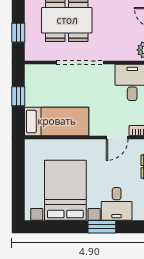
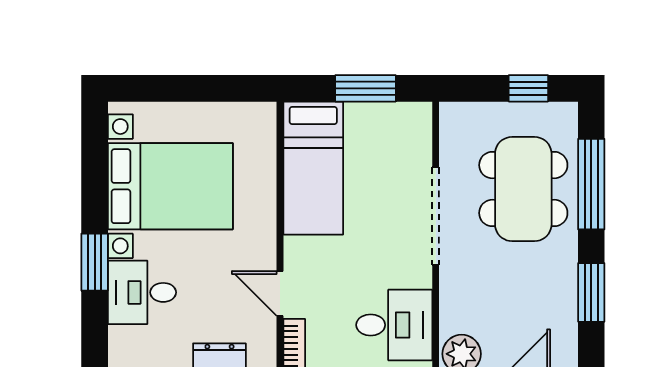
window: (18, 33) -> (528, 88), moved
window: (18, 96) -> (366, 88), width x1.50

